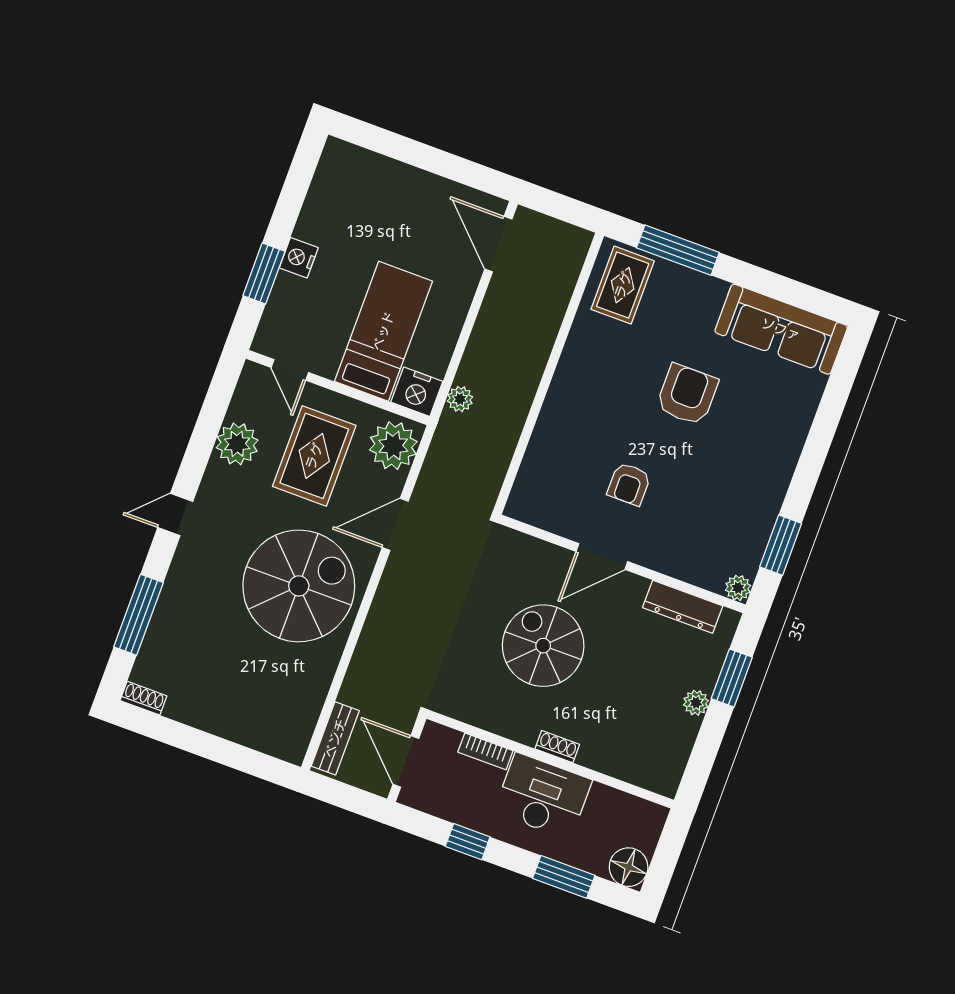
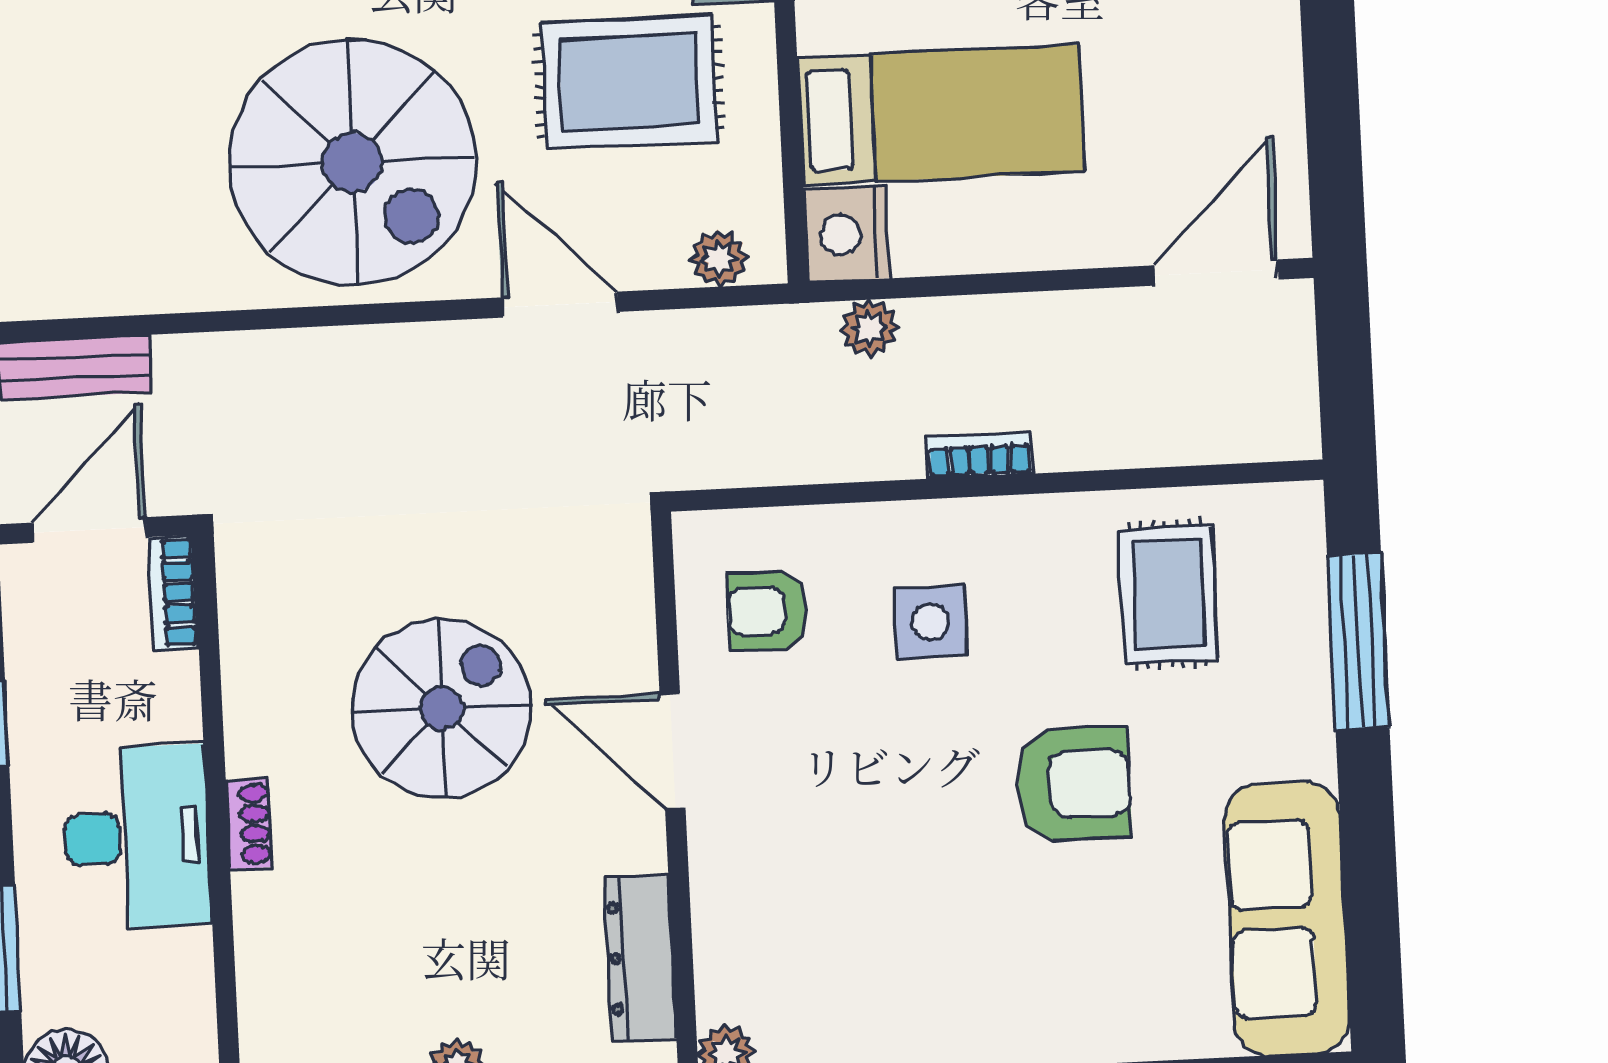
rug: (623, 285) -> (1168, 594), moved, turned 90
bookcase: (533, 376) -> (979, 455), added
side table: (594, 426) -> (931, 622), added
plant: (393, 446) -> (719, 258), width x0.53, depth x0.53
armchair: (629, 484) -> (767, 611), moved
bookcase: (485, 751) -> (173, 593), moved

